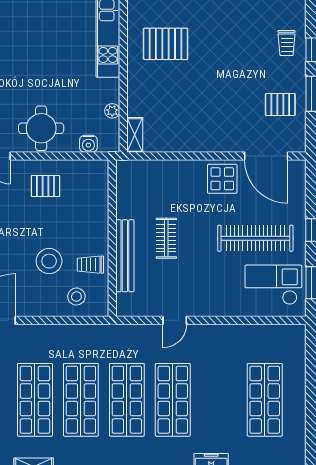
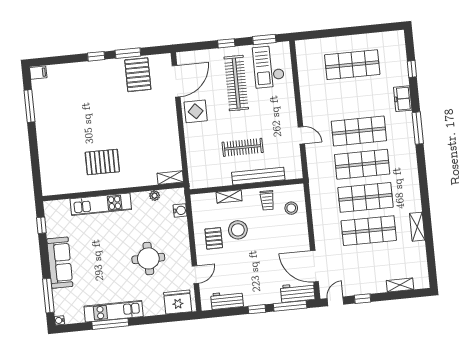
trolley: (287, 43) -> (93, 75), removed
pallet: (165, 44) -> (102, 162), turned 90
pallet: (280, 104) -> (138, 75), width x1.50, depth x1.42
round table: (41, 128) -> (148, 258), moved
shelving: (101, 213) -> (229, 196), added
clothes rail: (166, 238) -> (243, 147), width x1.36
stool: (49, 261) -> (238, 230), moved

